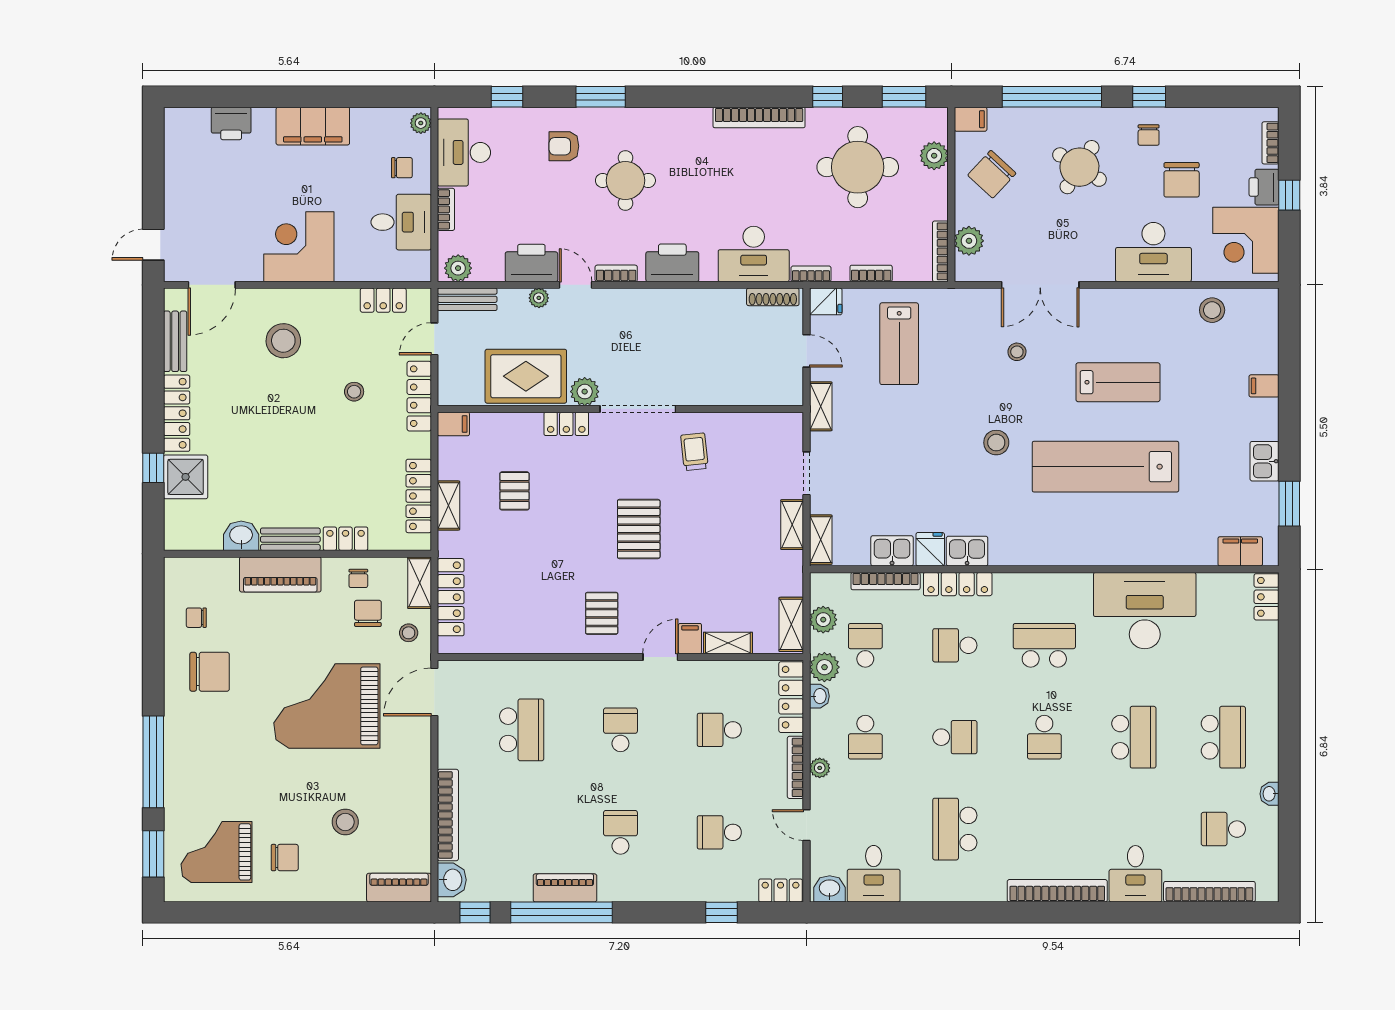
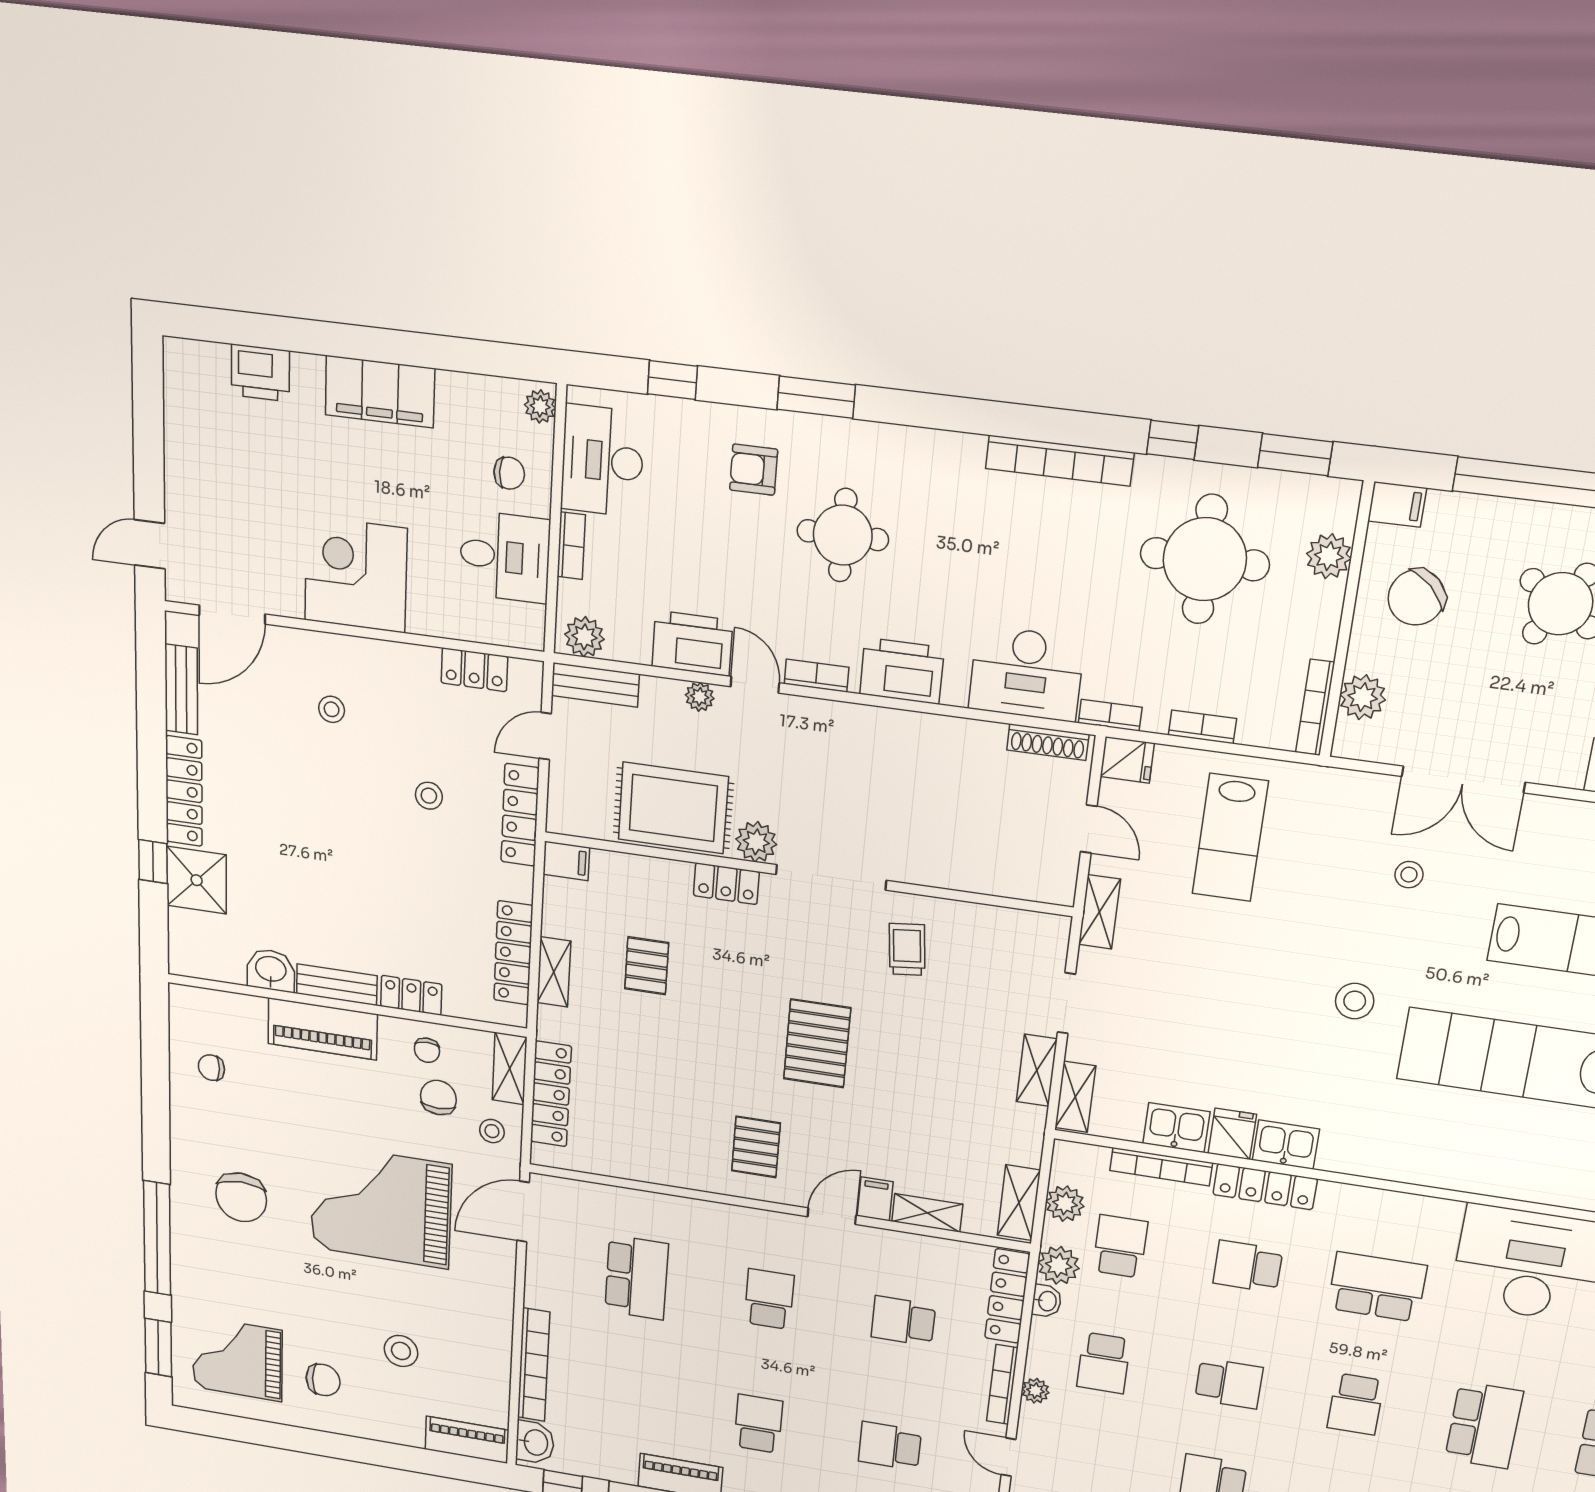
stool: (283, 341) -> (332, 709), width x0.53, depth x0.53
chair: (210, 672) -> (241, 1197), moved, turned 90

